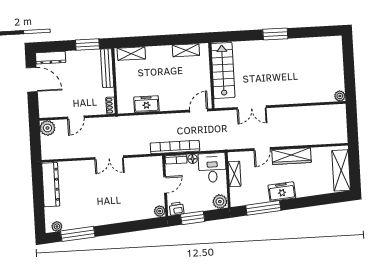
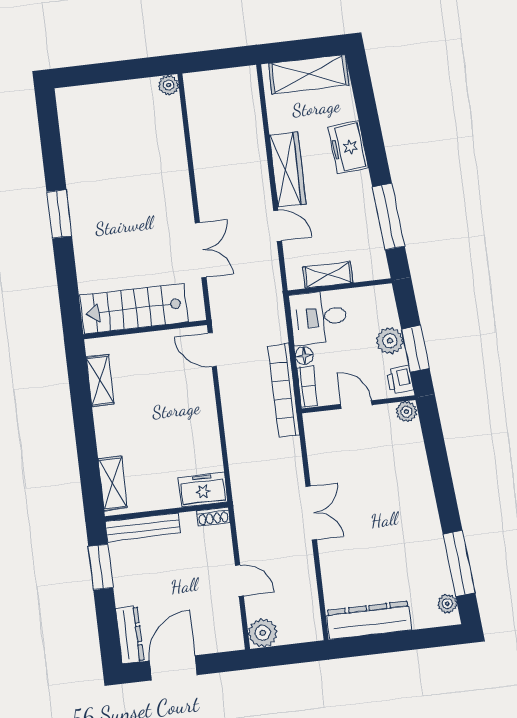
freezer: (146, 104) -> (203, 490), moved, turned 90
freezer: (282, 192) -> (348, 147), moved
plant: (220, 202) -> (390, 341), moved

